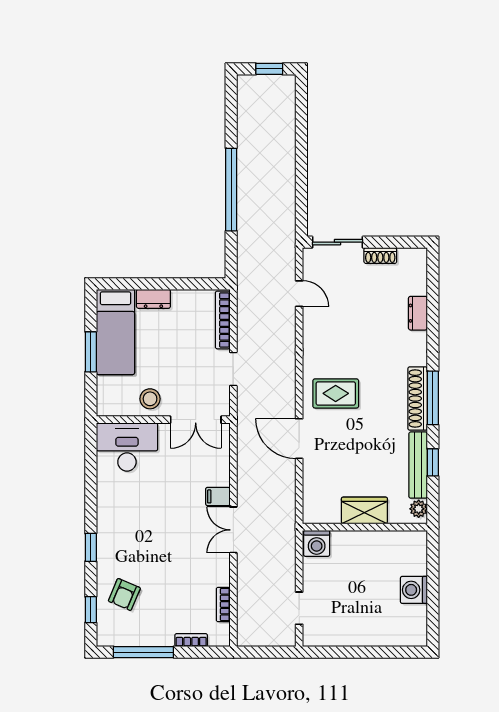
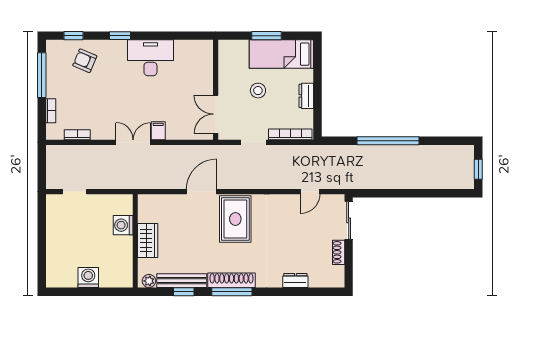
dresser: (153, 299) -> (306, 96), moved
rug: (336, 393) -> (235, 219), width x1.36, depth x1.43
stool: (150, 399) -> (258, 91), moved
desk: (127, 447) -> (150, 58), moved, turned -90
washing machine: (317, 543) -> (123, 225), moved

